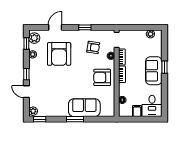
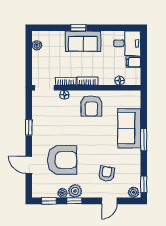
plant: (34, 38) -> (75, 191), moved
armchair: (93, 47) -> (107, 174), moved
window: (26, 74) -> (74, 201), moved

